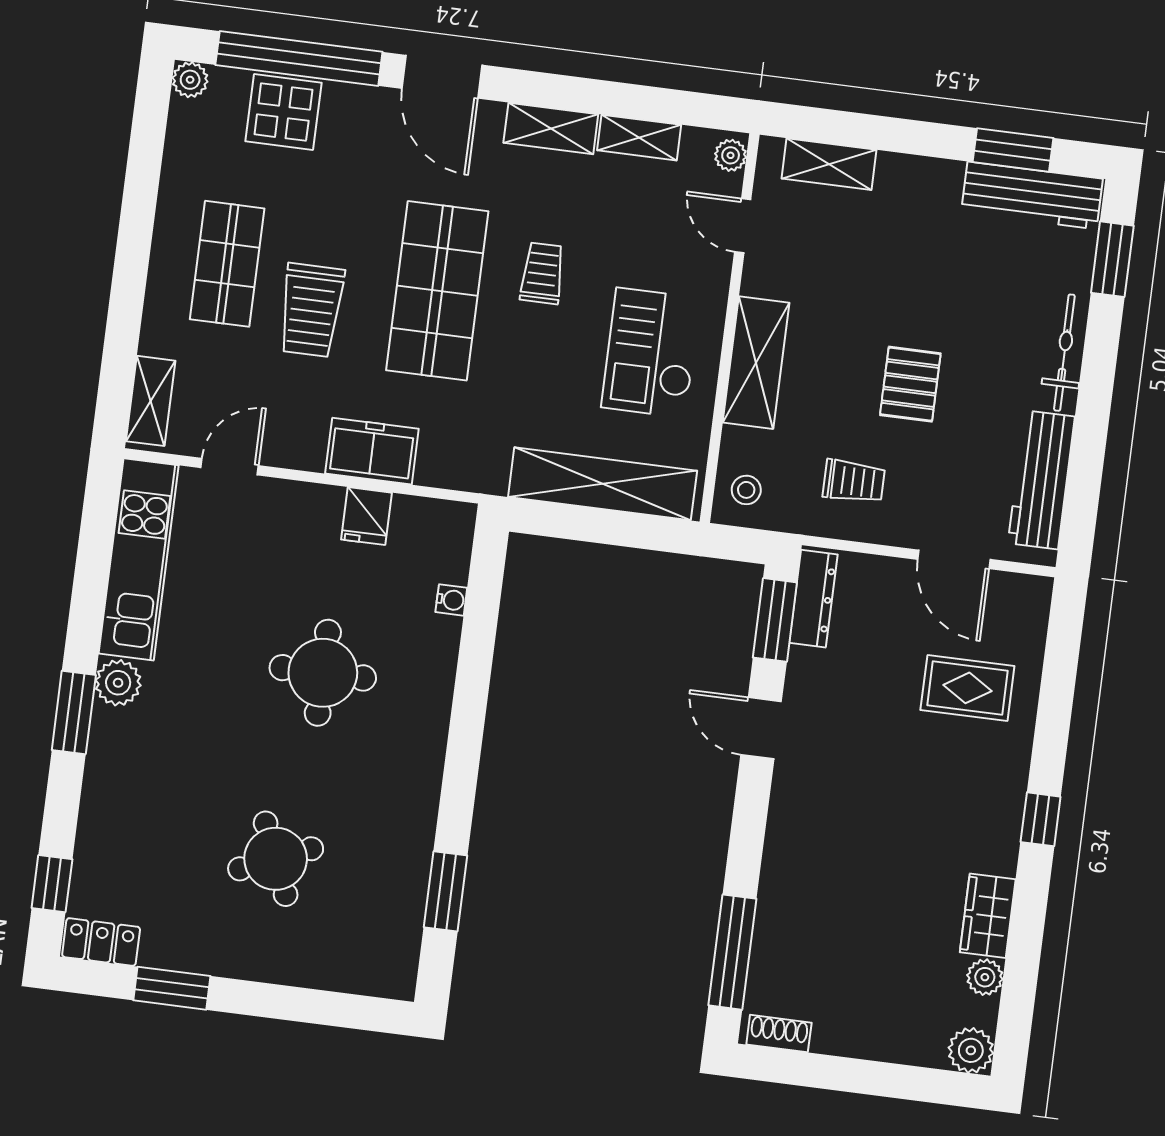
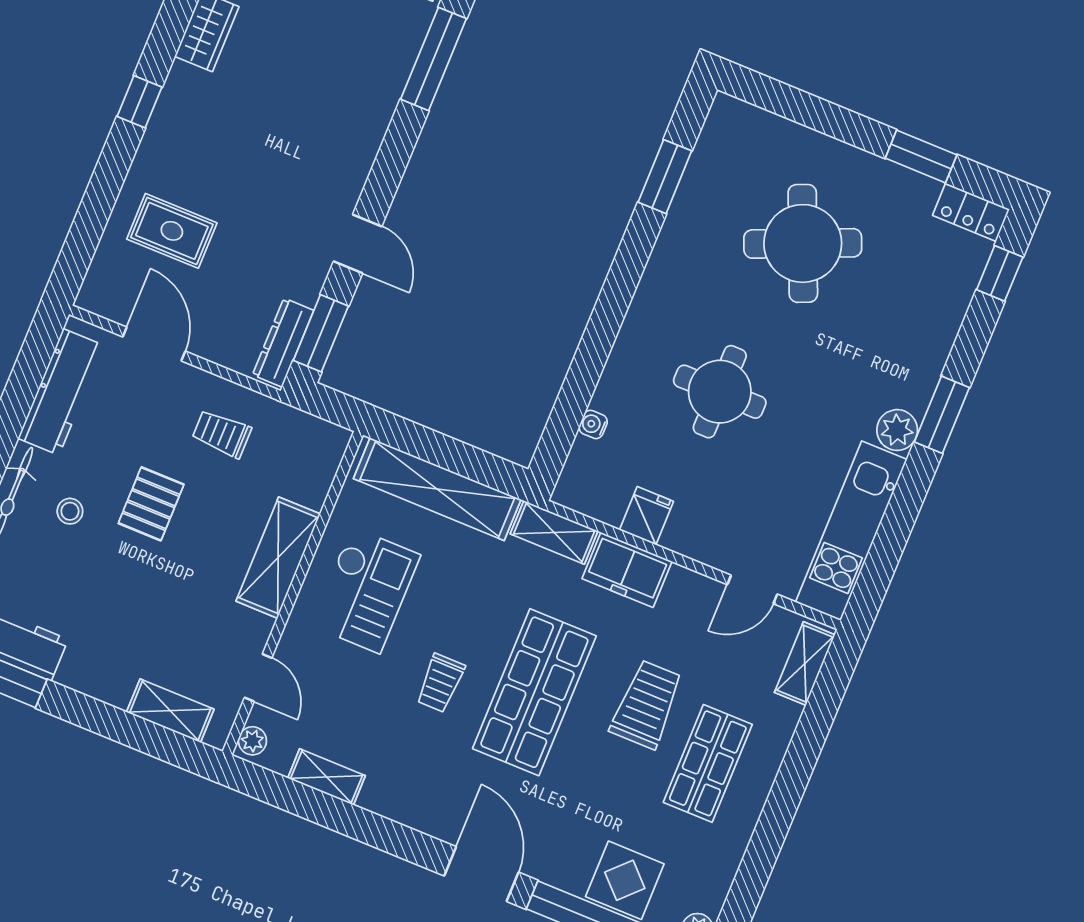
shelving: (551, 129) -> (554, 532), moved
stool: (746, 490) -> (70, 511), moved
round table: (276, 859) -> (803, 243), width x1.36, depth x1.36

